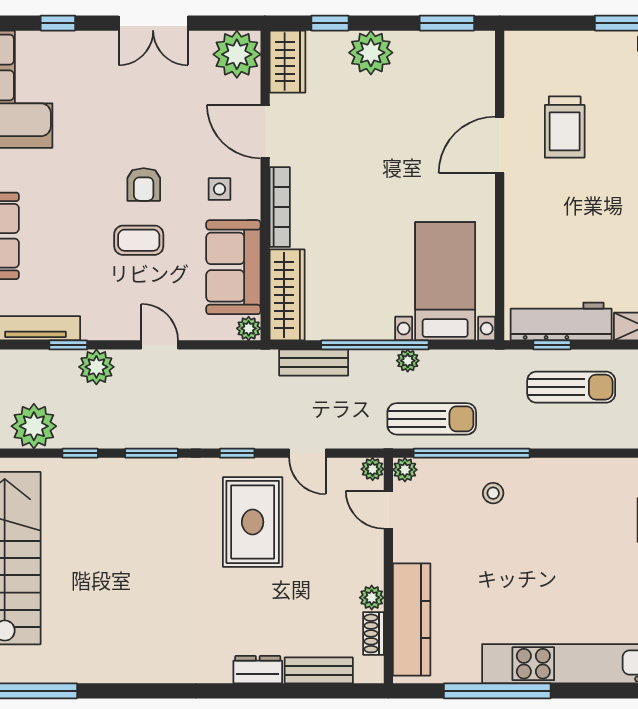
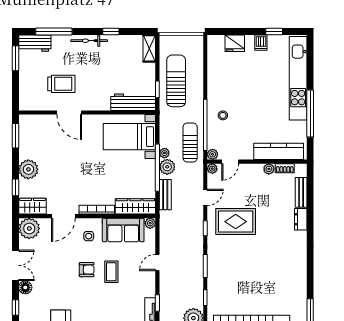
floor lamp: (103, 45) -> (25, 287), added
workbench: (561, 321) -> (133, 102), moved, turned 90
plant: (96, 367) -> (167, 167), moved
sun lounger: (571, 387) -> (176, 81), width x1.36, depth x1.34

